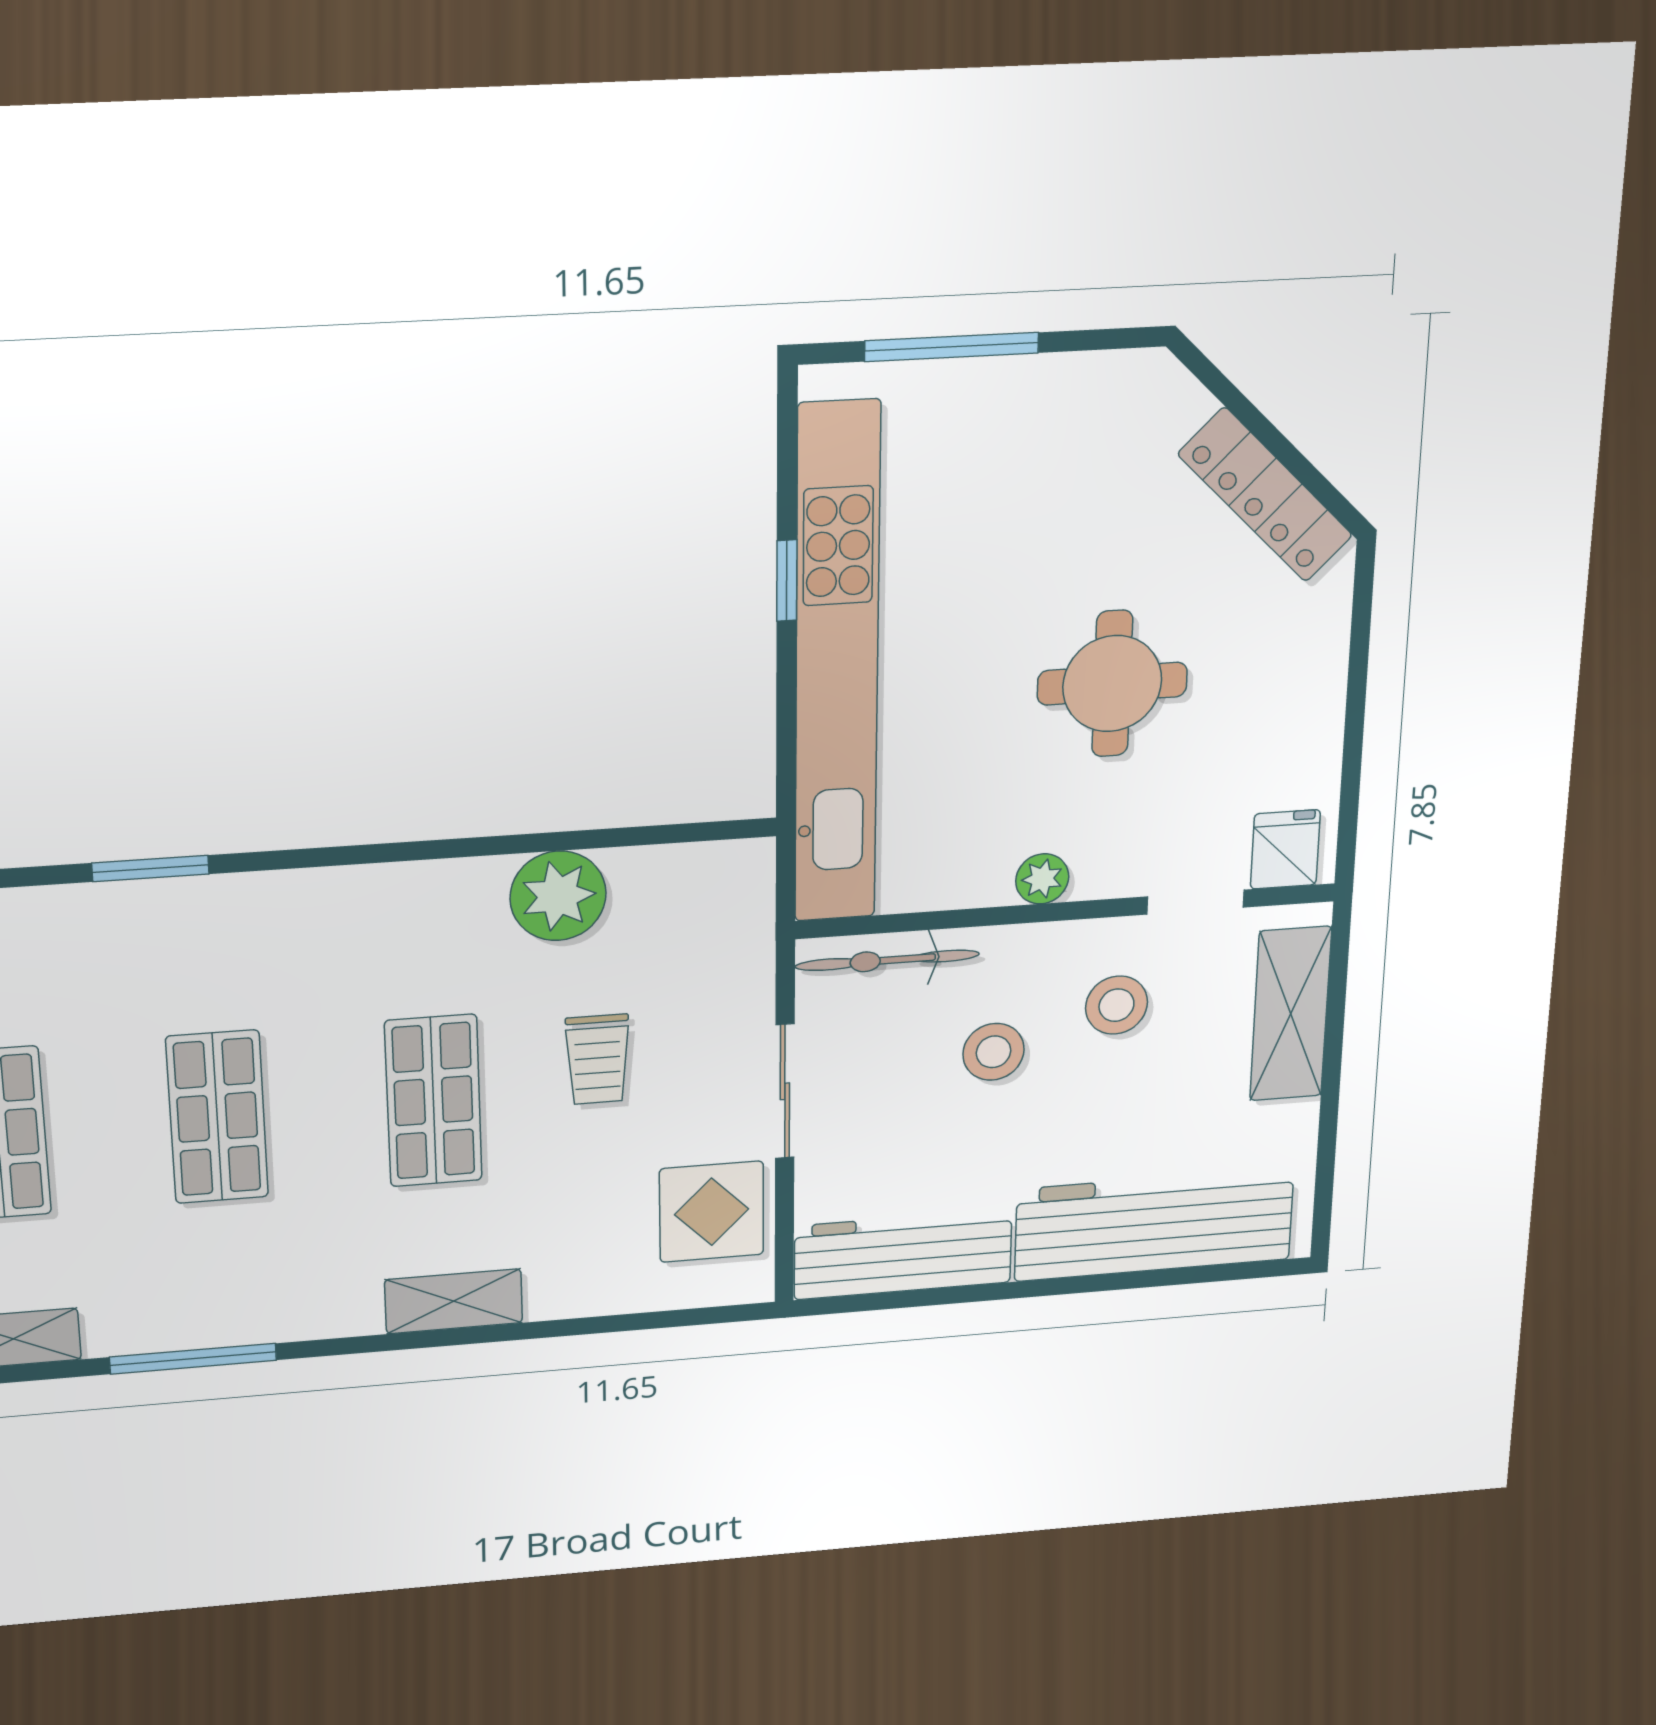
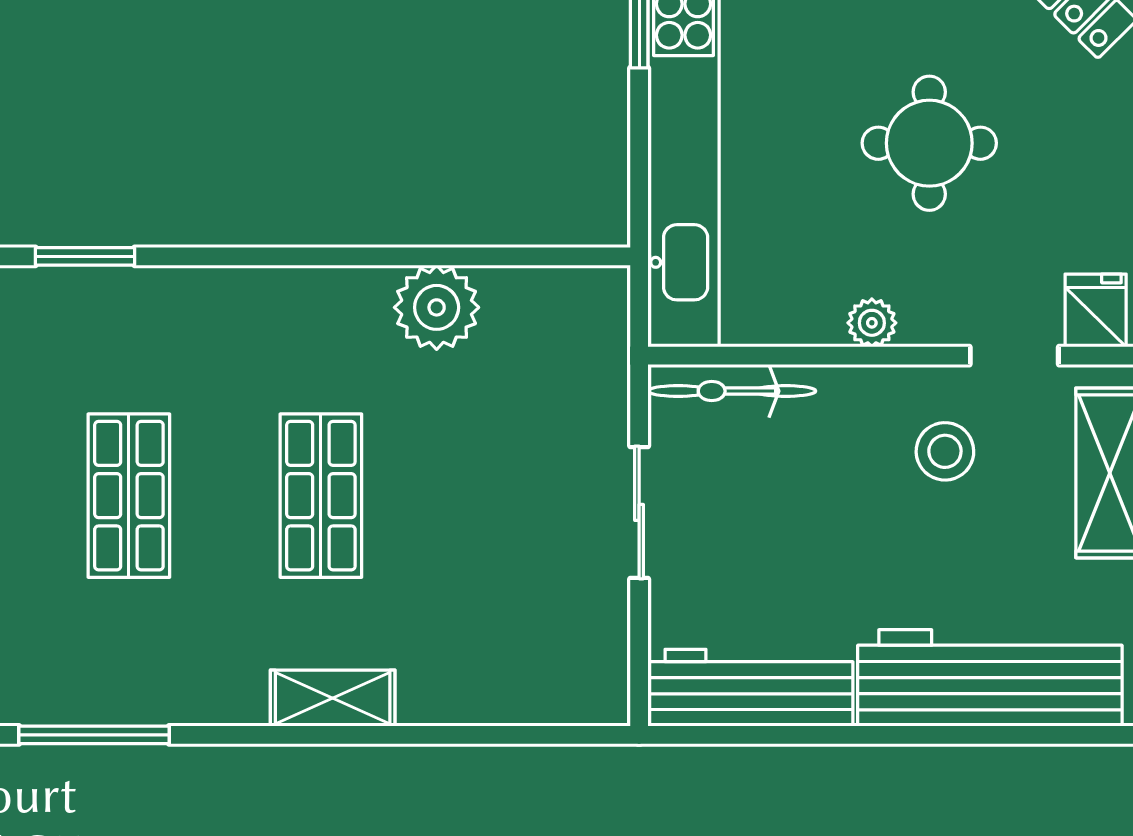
stool: (994, 1052) -> (832, 489), removed
trolley: (597, 1059) -> (469, 467), removed
display table: (712, 1212) -> (571, 628), removed

